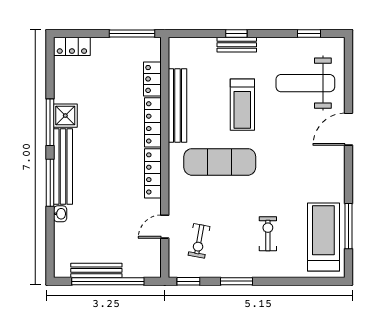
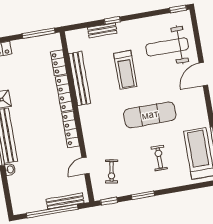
window: (309, 34) -> (178, 9), moved
bench: (237, 45) -> (102, 30), moved
exercise mat: (220, 162) -> (150, 115), moved
bench: (96, 270) -> (65, 201), moved

